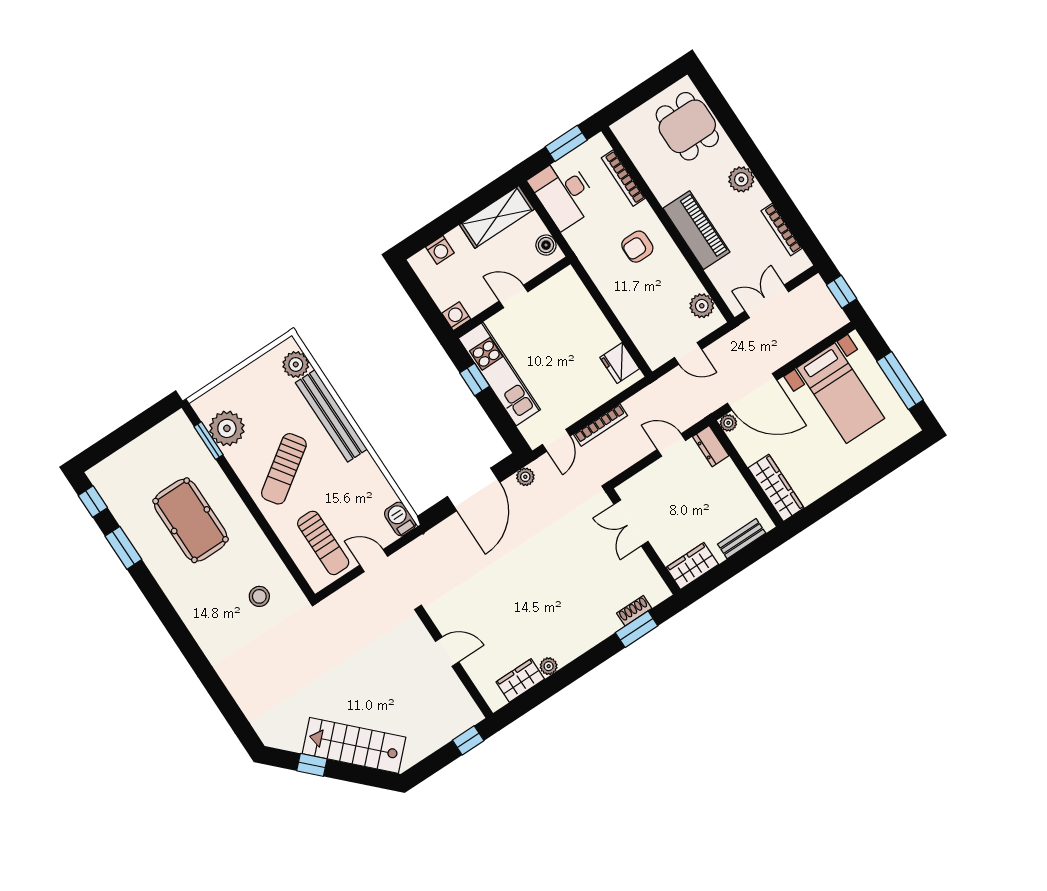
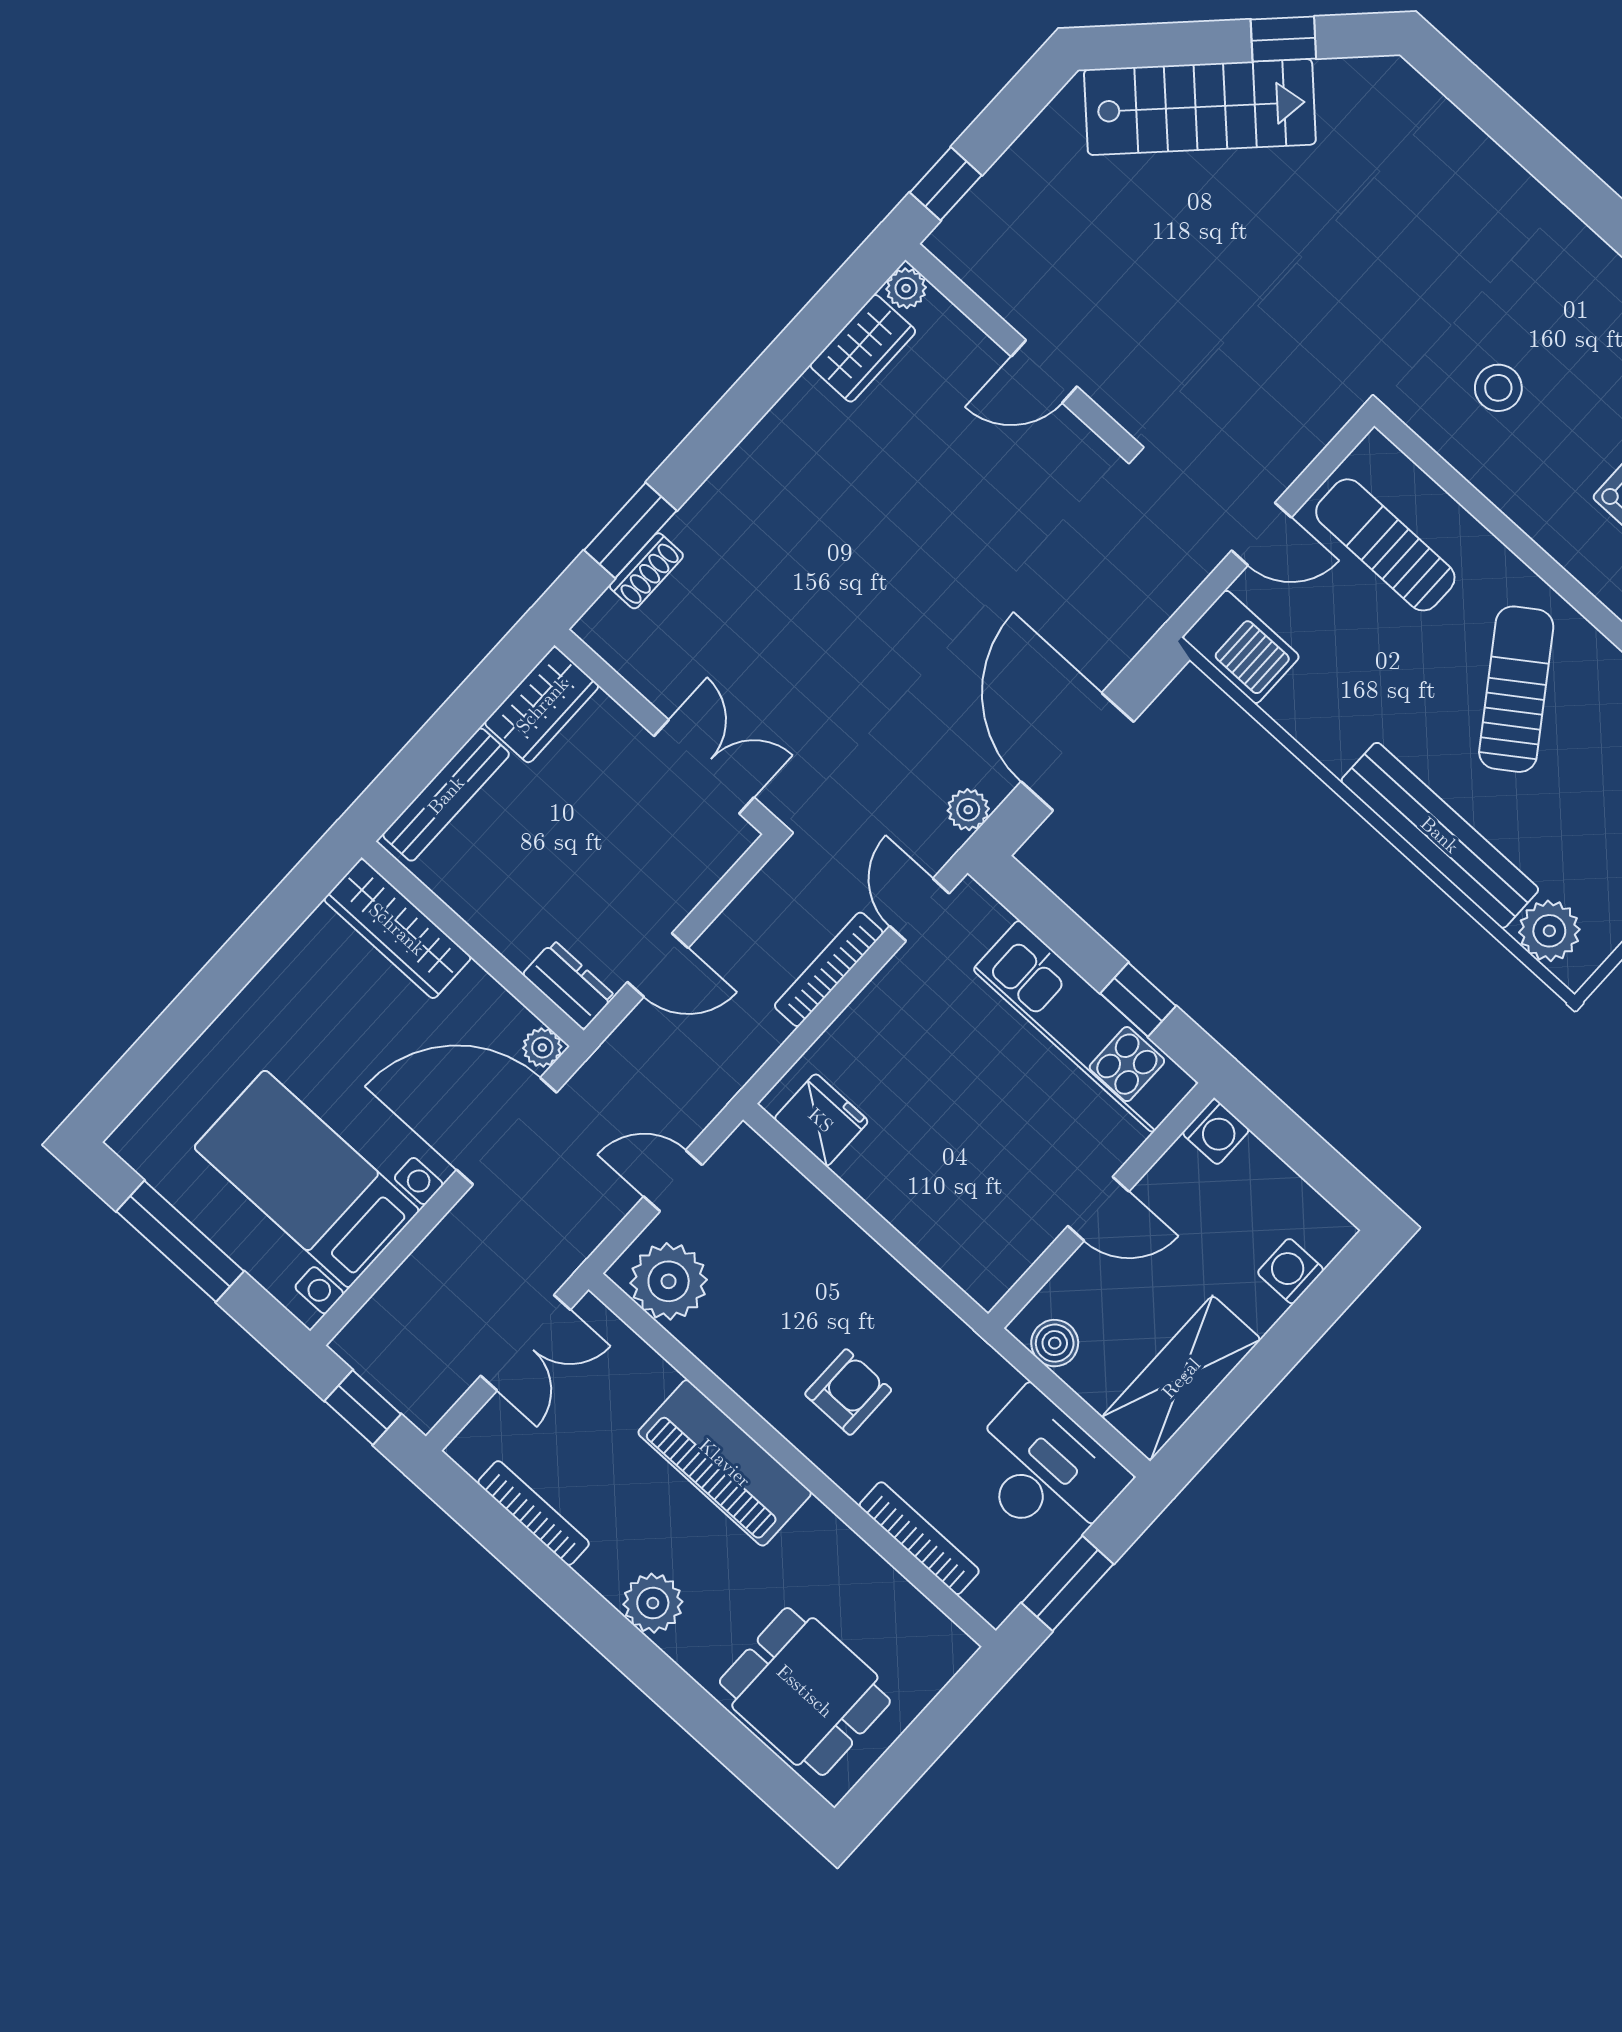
plant: (702, 306) -> (669, 1281), width x1.36, depth x1.36
barbecue: (400, 519) -> (1241, 647), width x1.38, depth x1.27
bench: (742, 539) -> (446, 795), width x1.36
plant: (549, 666) -> (906, 288), moved

